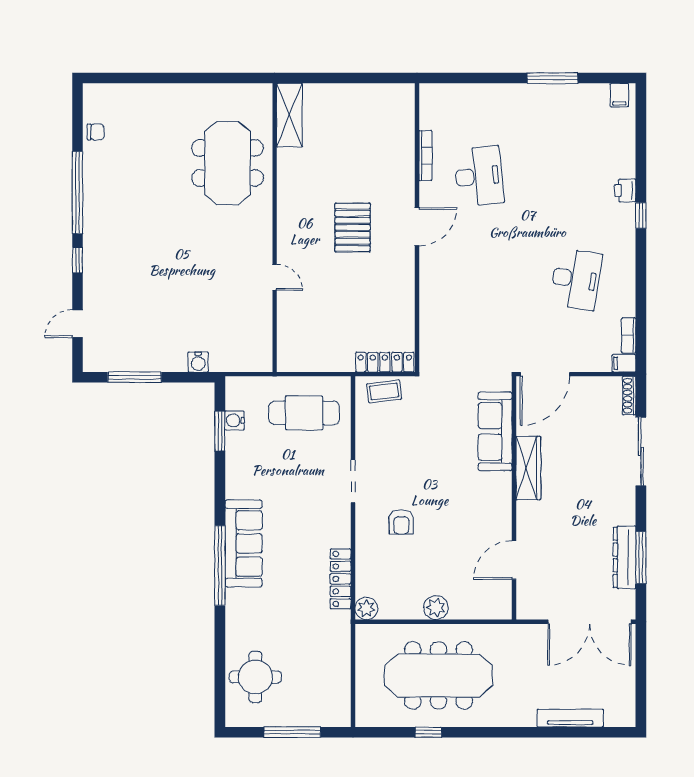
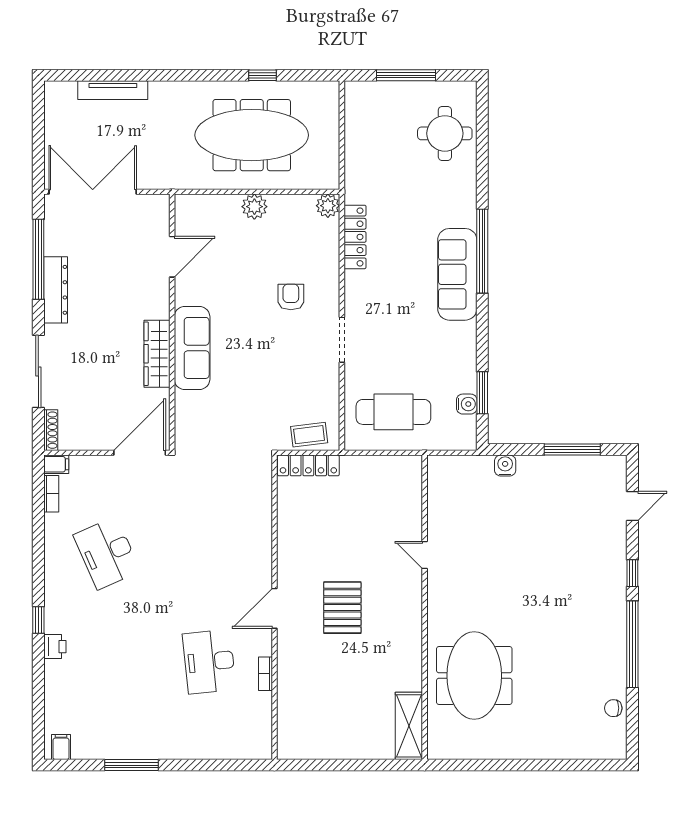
bookcase: (425, 156) -> (265, 674), width x0.64
desk: (576, 279) -> (107, 553), turned -33
sofa: (495, 431) -> (192, 348), moved
dresser: (624, 557) -> (56, 290), moved
window: (641, 558) -> (38, 259), width x1.46

